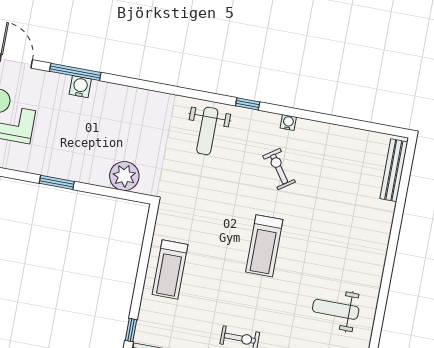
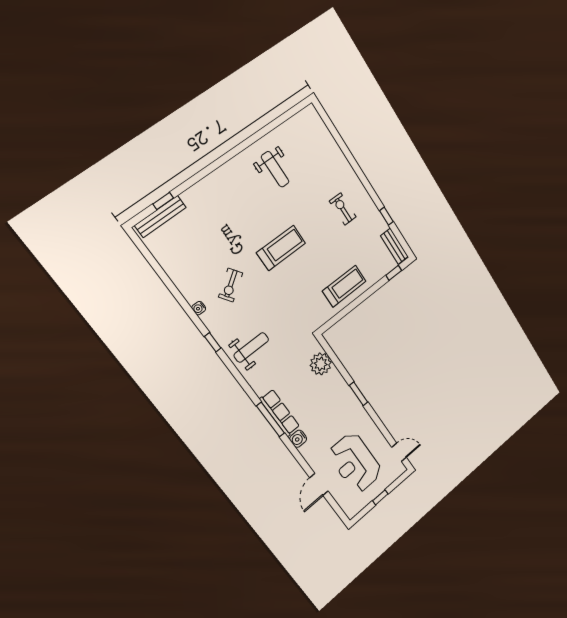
window: (75, 72) -> (270, 420), moved
row of seats: (122, 95) -> (280, 413), added
window: (404, 185) -> (163, 201), added

